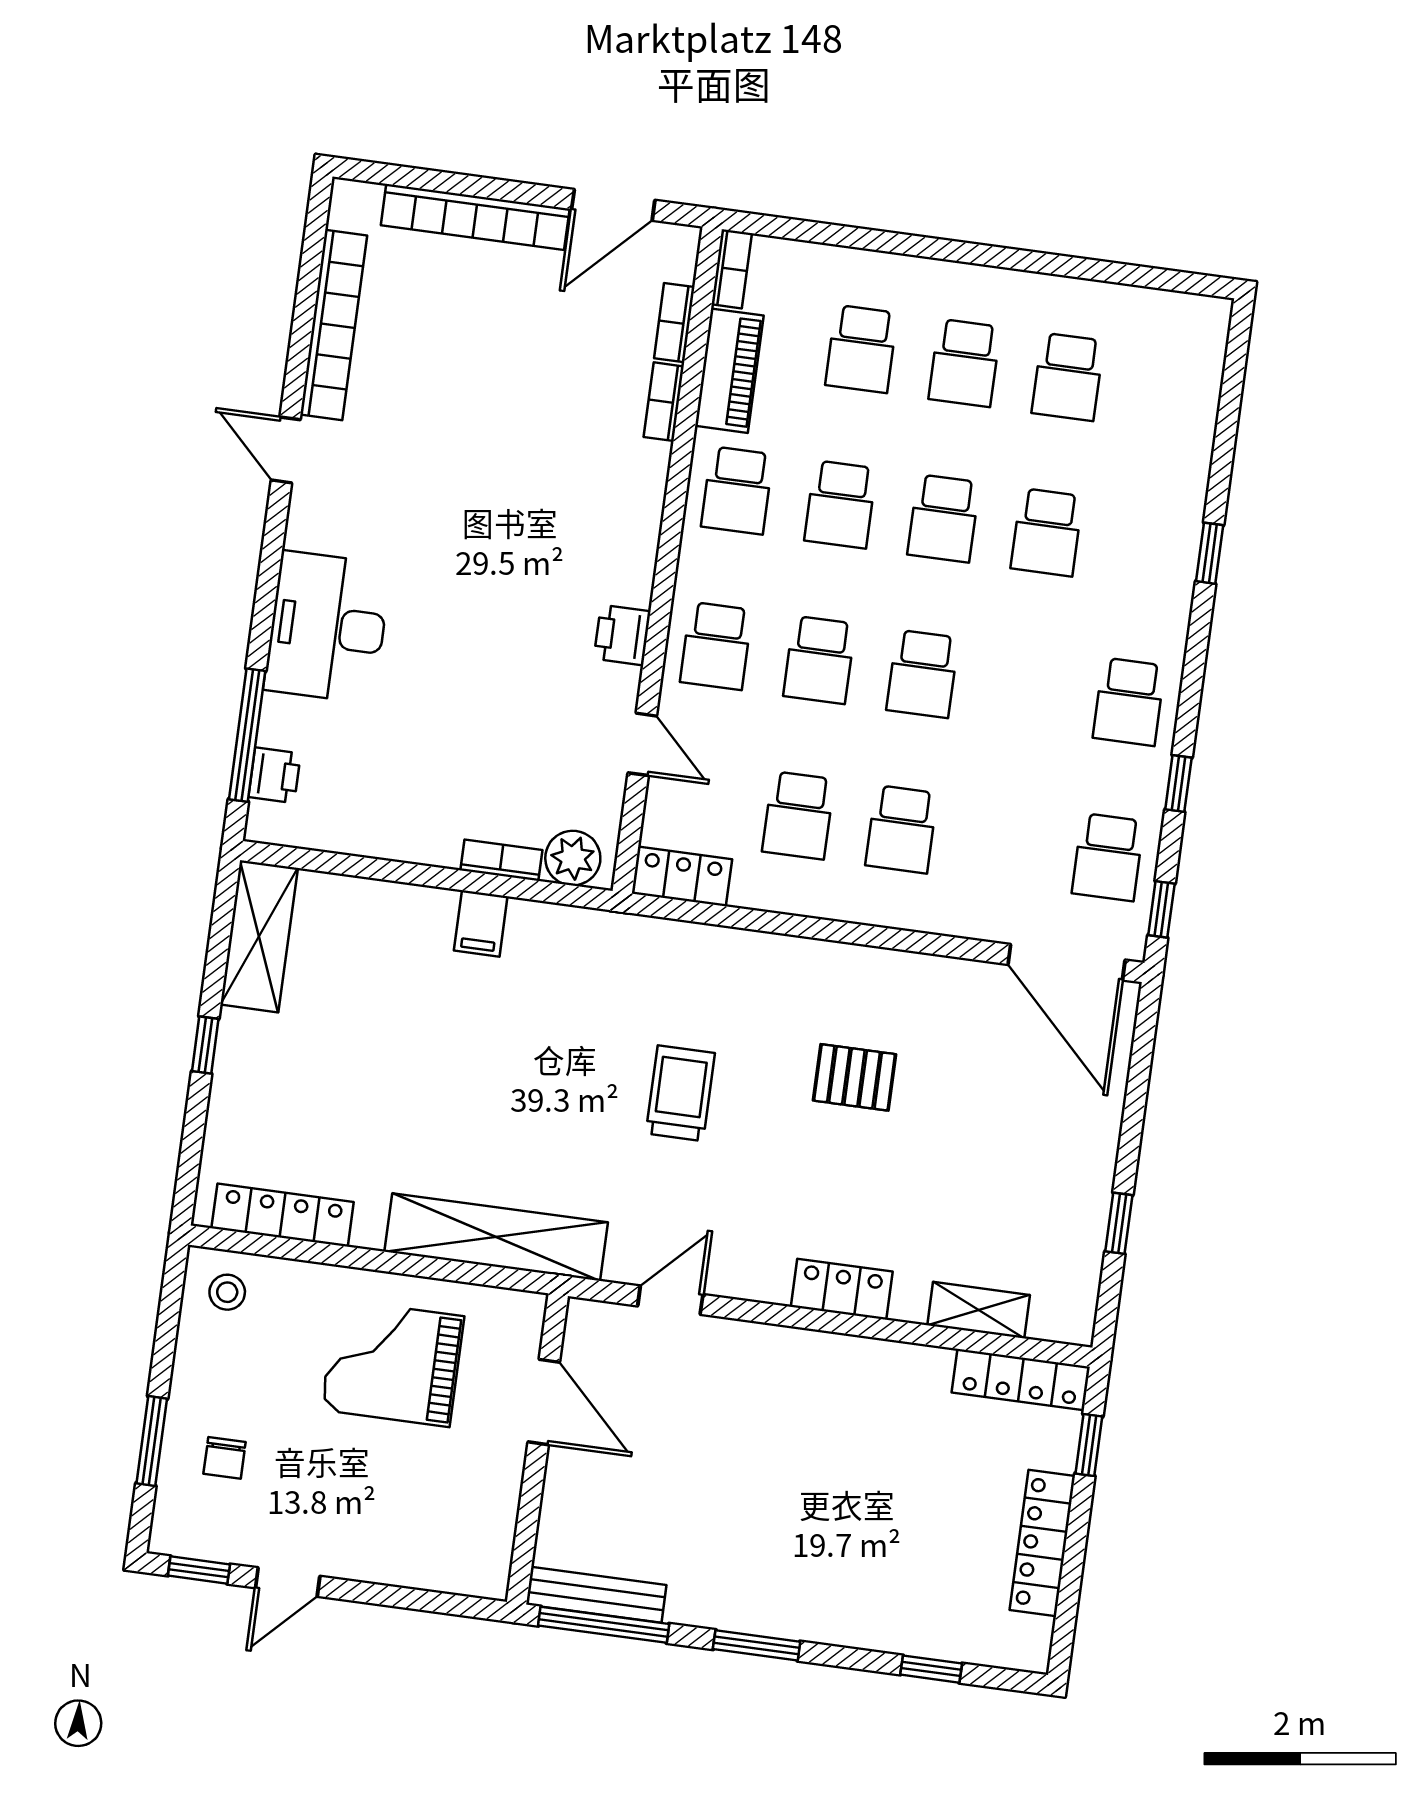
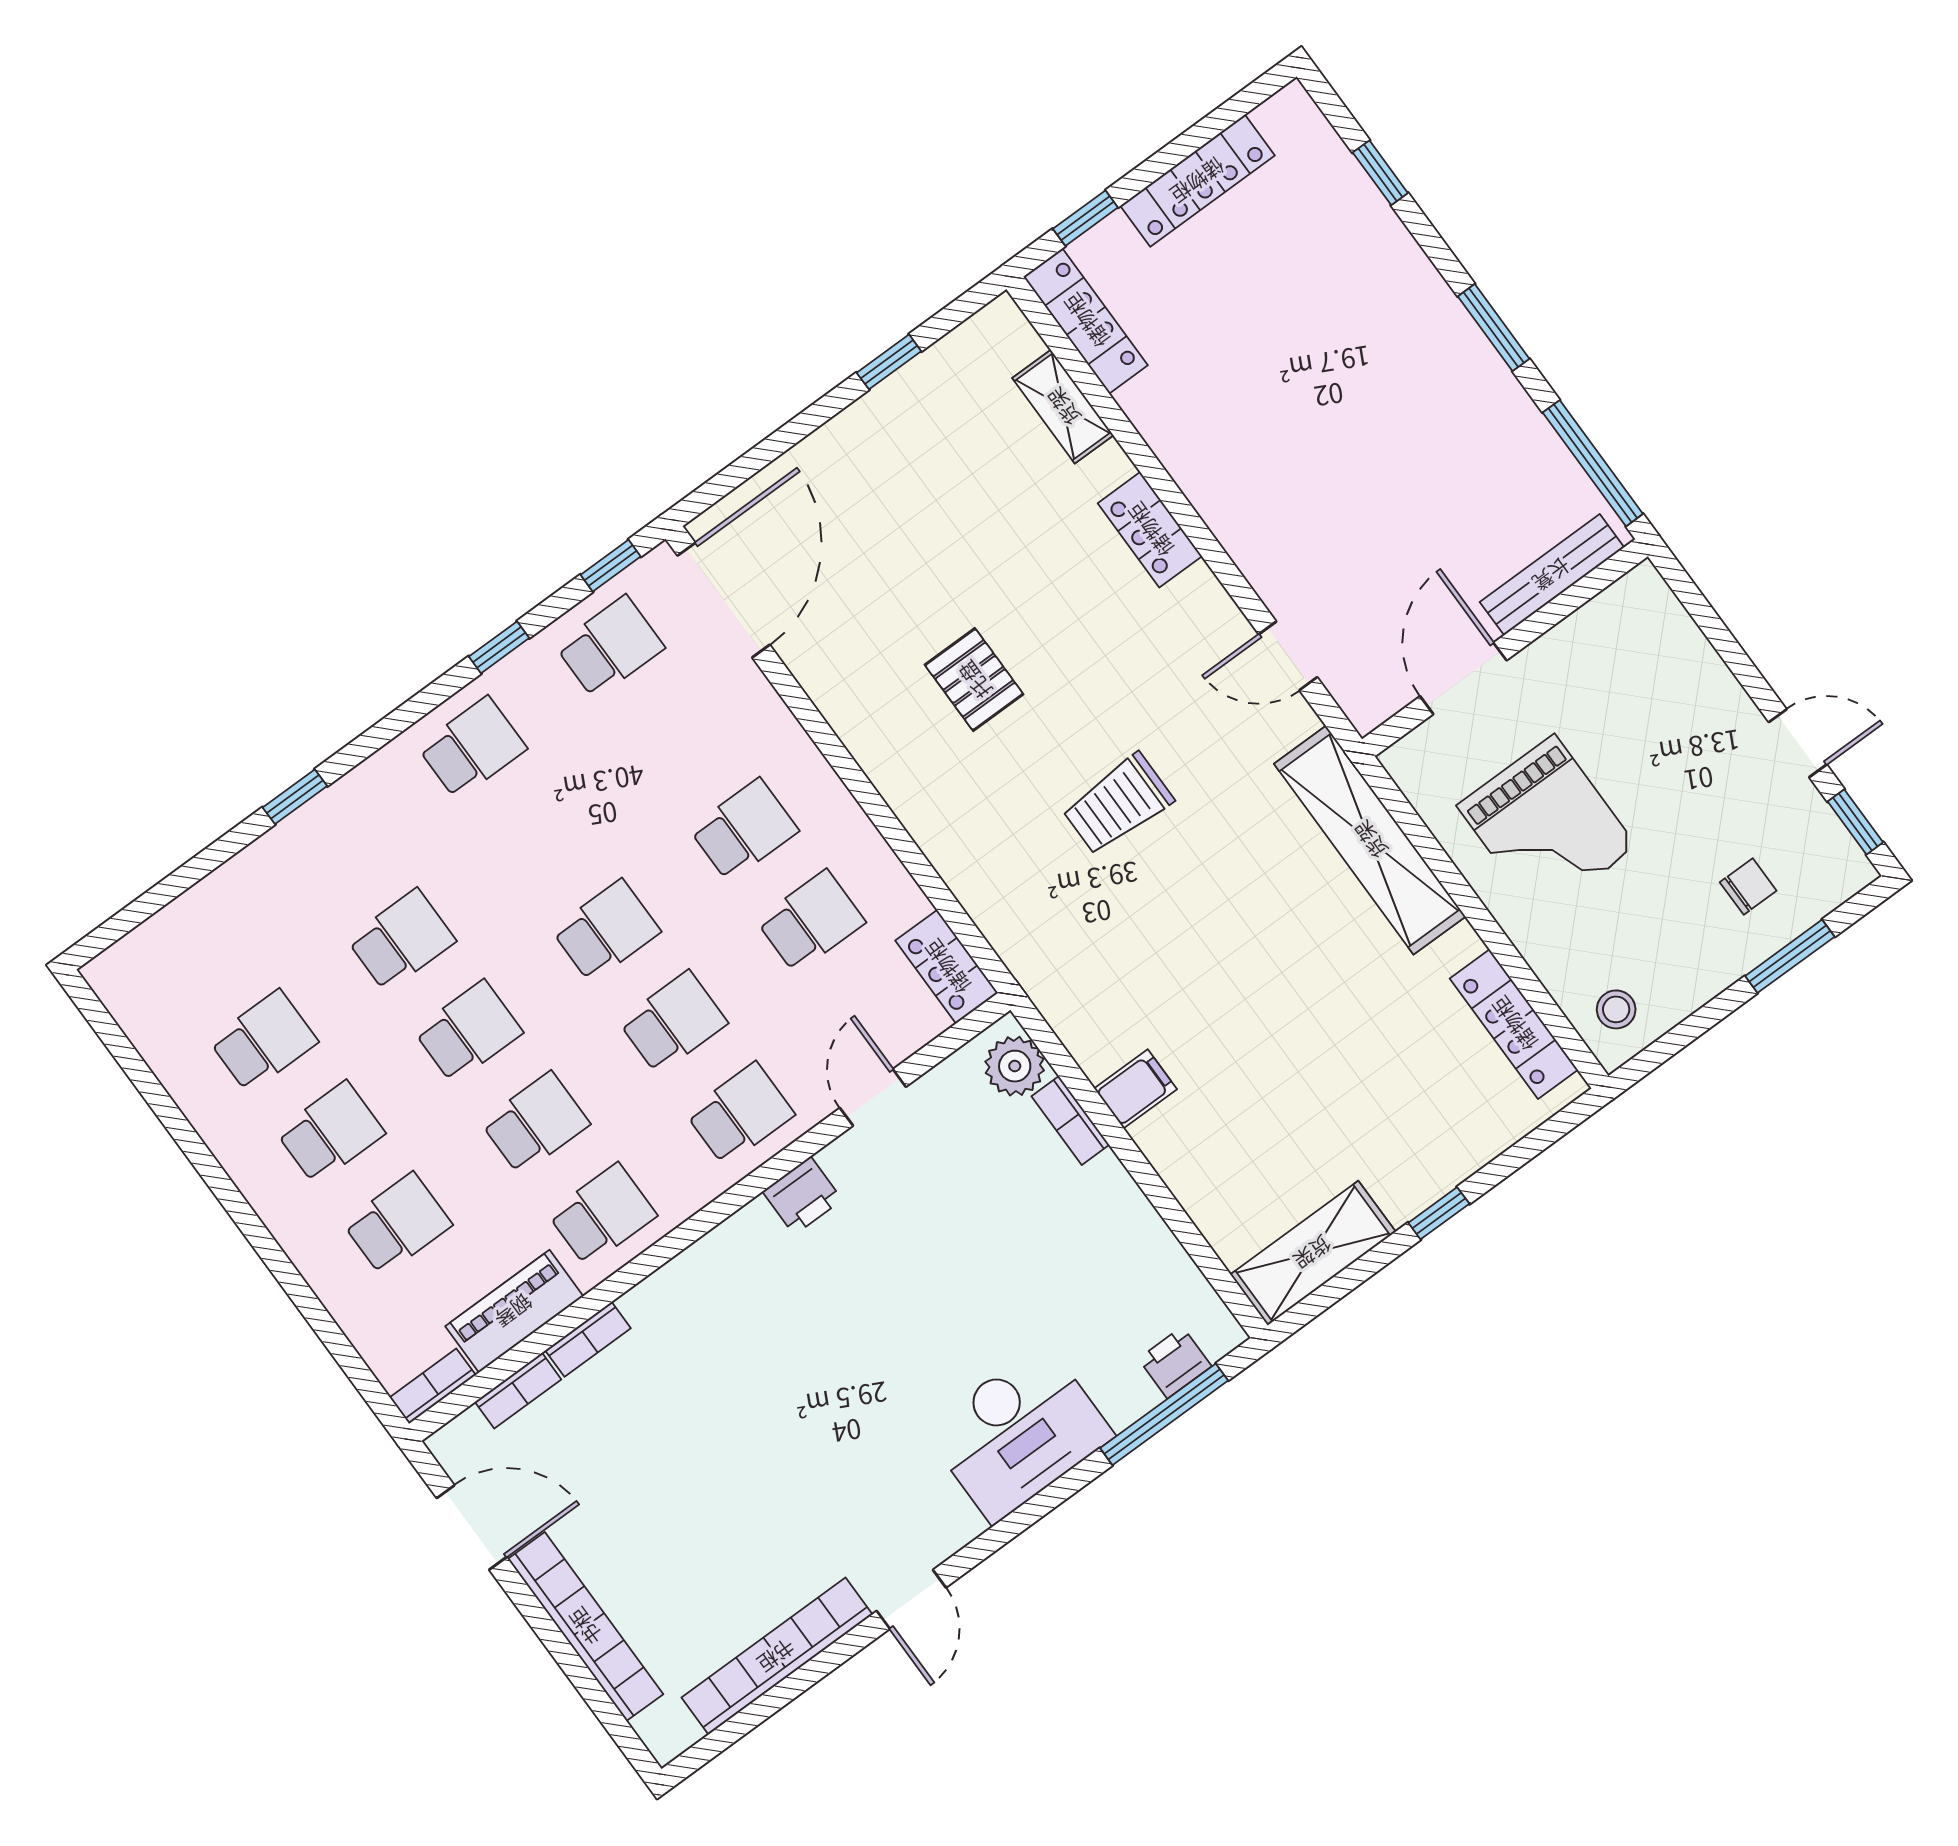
bench: (596, 1595) -> (1552, 575), moved, turned 90

